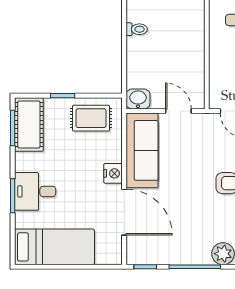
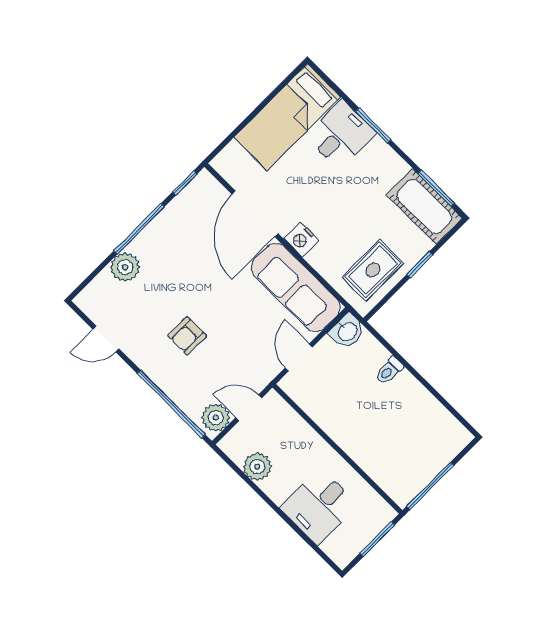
toilet: (137, 29) -> (389, 371), moved
door: (178, 111) -> (299, 358), swing flipped
desk: (35, 191) -> (341, 135), moved
door: (124, 212) -> (255, 214), hinge flipped

